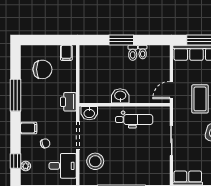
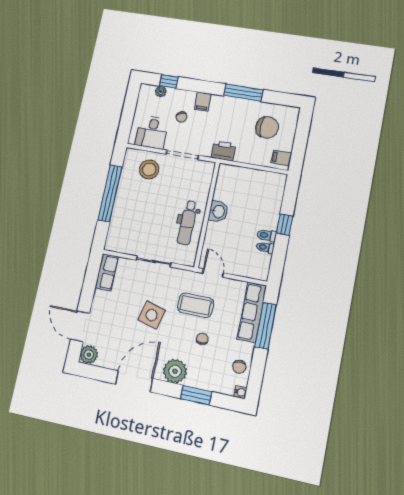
window: (121, 40) -> (285, 225), width x0.67
chair: (42, 69) -> (267, 127), turned -90
washbasin: (89, 113) -> (206, 172), removed

